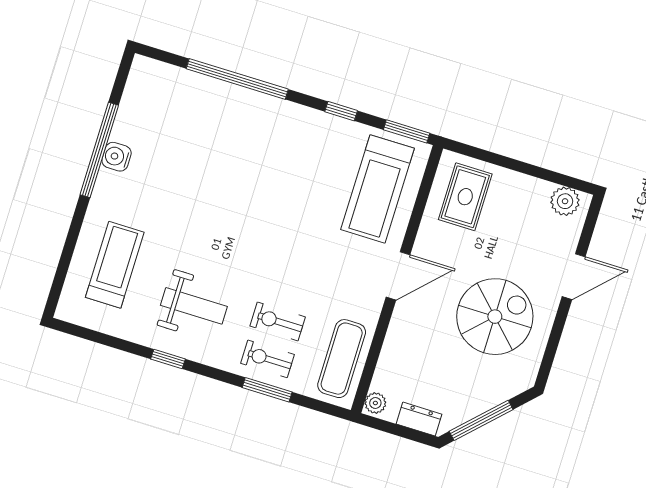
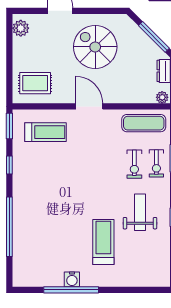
treadmill: (378, 189) -> (46, 132), width x0.73, depth x0.73
treadmill: (115, 265) -> (103, 242), moved, turned 90

